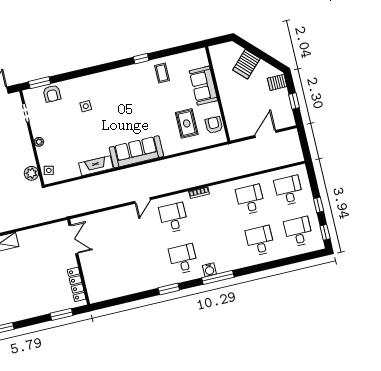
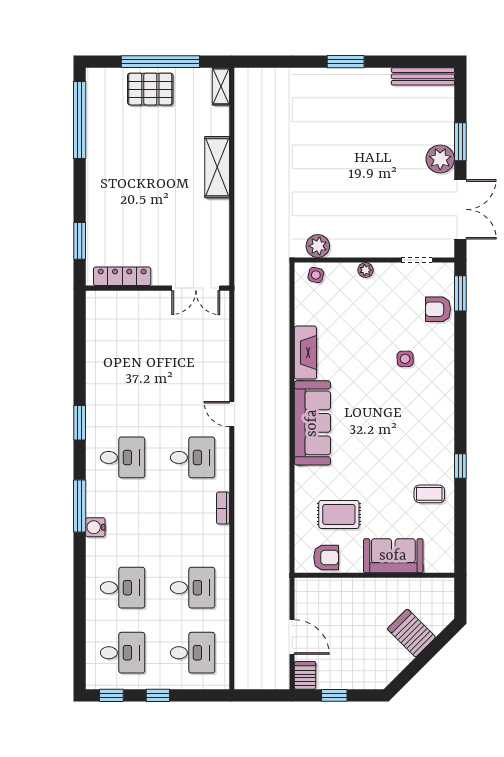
server rack: (277, 82) -> (305, 675), moved
water cooler: (209, 270) -> (95, 527), moved

